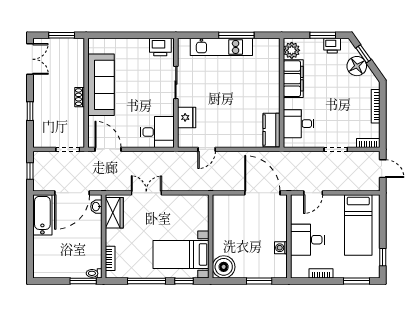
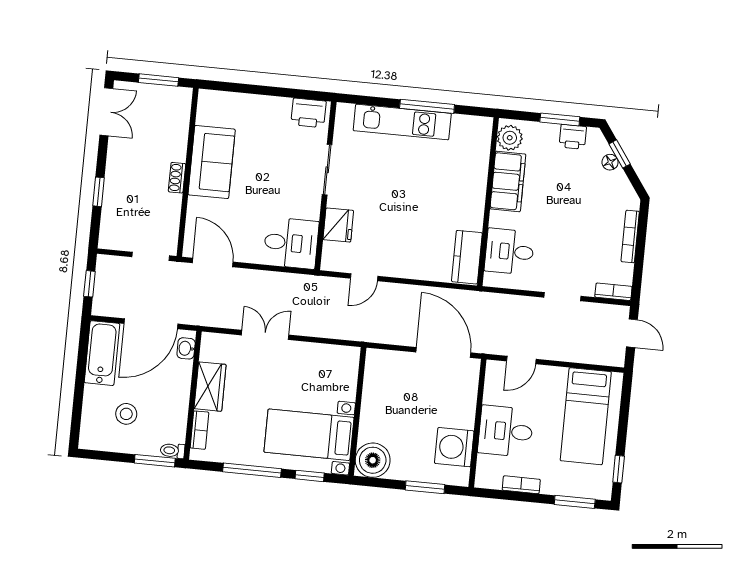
floor lamp: (357, 66) -> (610, 162), width x0.53, depth x0.53
sofa: (101, 85) -> (212, 162), width x0.73
wardrobe: (114, 213) -> (210, 387), moved
washing machine: (281, 248) -> (454, 447), width x1.89, depth x1.89
stool: (62, 253) -> (126, 414), added

